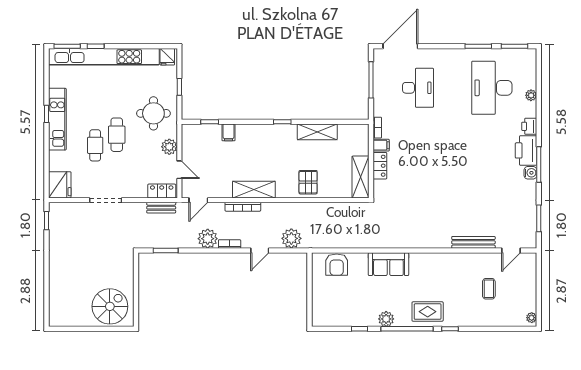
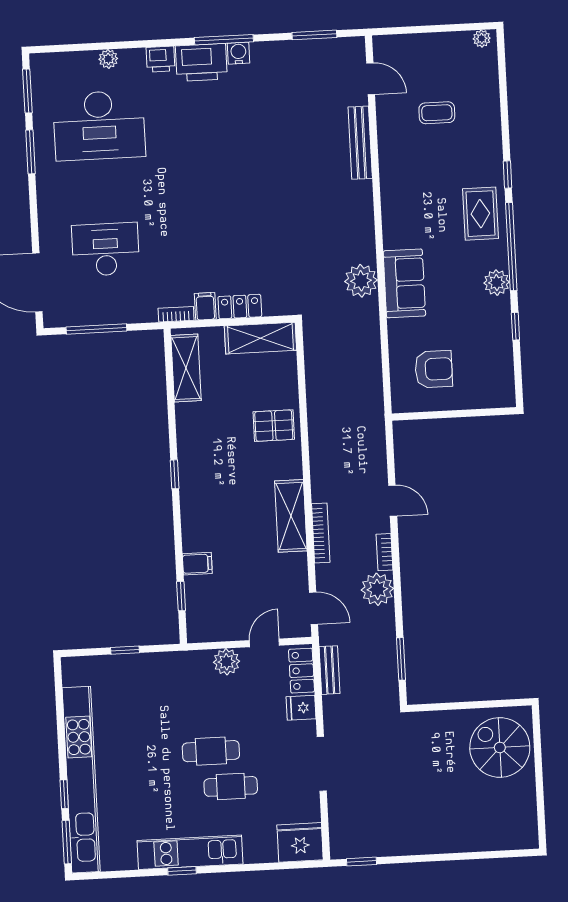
fridge: (167, 57) -> (301, 708), moved, turned 180
round table: (153, 113) -> (172, 691), removed
shelving: (317, 132) -> (186, 368), moved
plant: (291, 238) -> (361, 281), moved
armchair: (337, 265) -> (434, 369), moved

